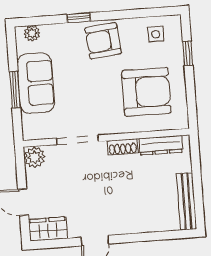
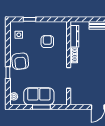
armchair: (146, 92) -> (47, 42), width x0.53, depth x0.53
plant: (35, 157) -> (76, 100), removed

